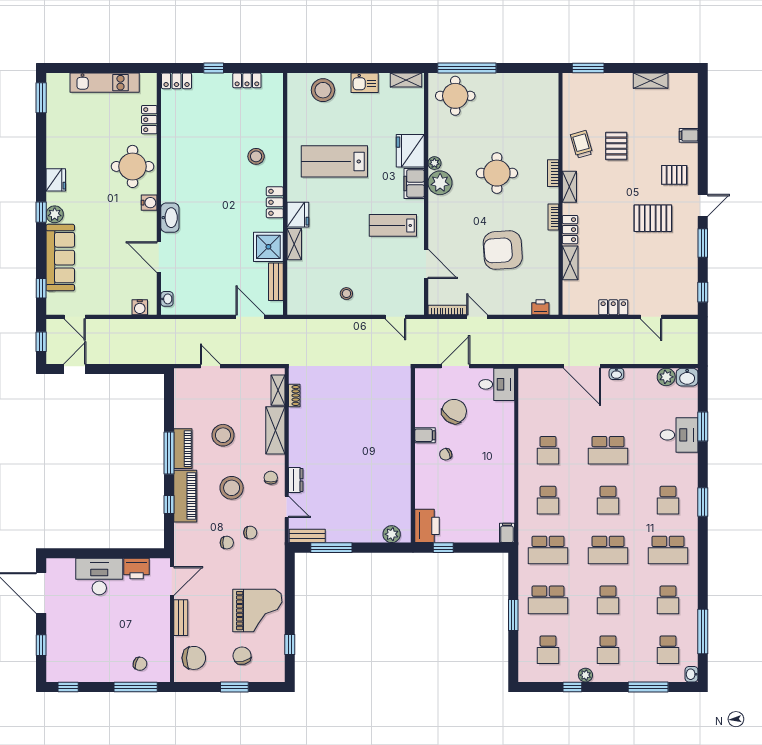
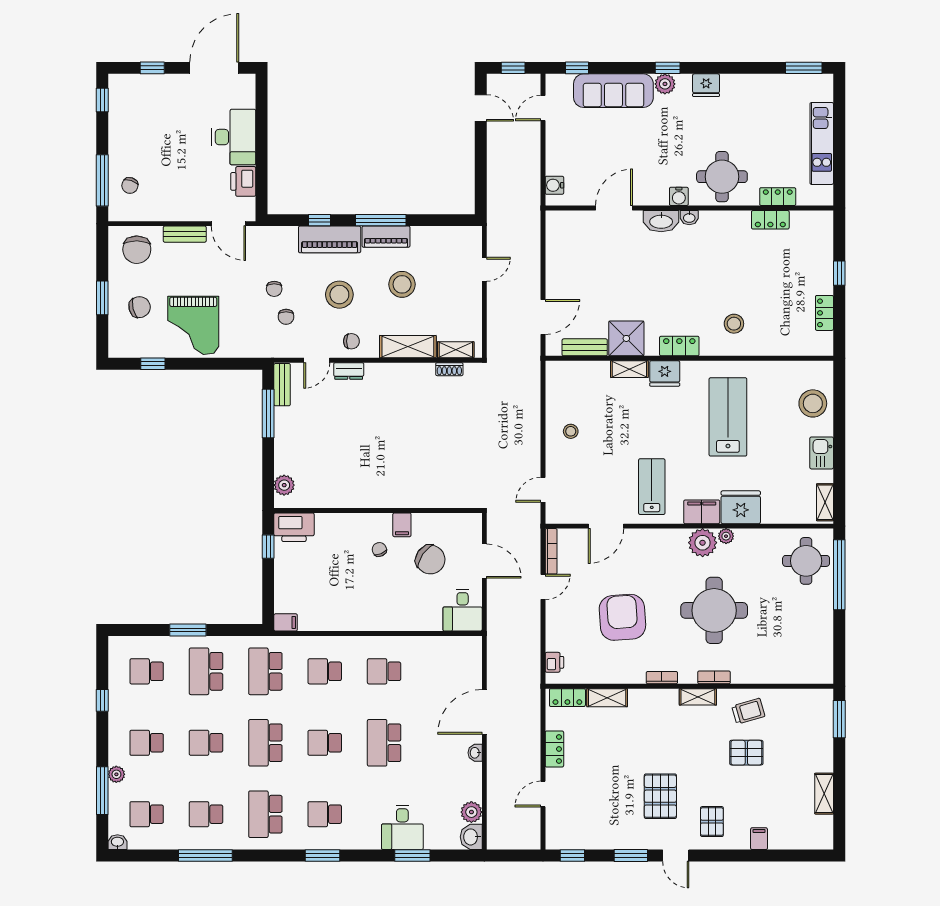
locker: (177, 81) -> (770, 220), moved, turned -90
round table: (497, 173) -> (714, 610), width x1.36, depth x1.36
locker: (570, 230) -> (567, 698), moved
washbasin: (167, 299) -> (689, 218), moved
window: (703, 631) -> (205, 856), moved
plant: (585, 675) -> (116, 774), moved

